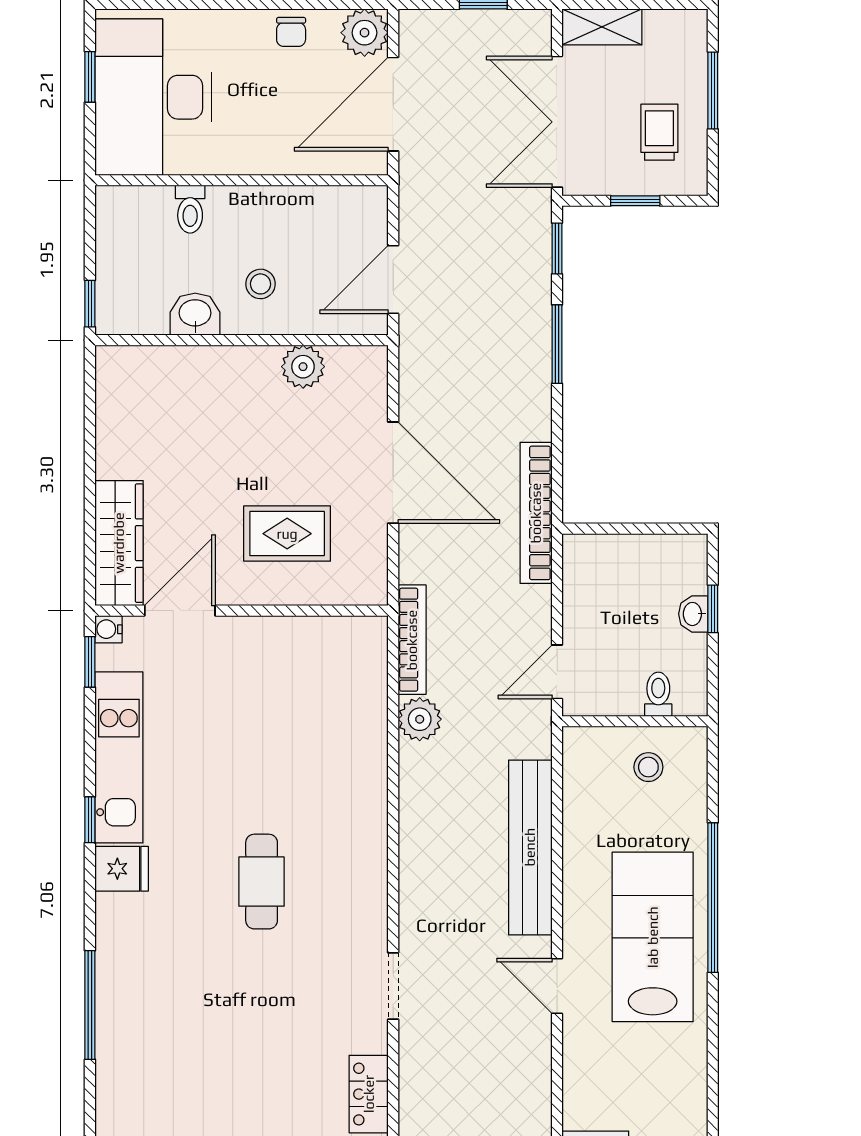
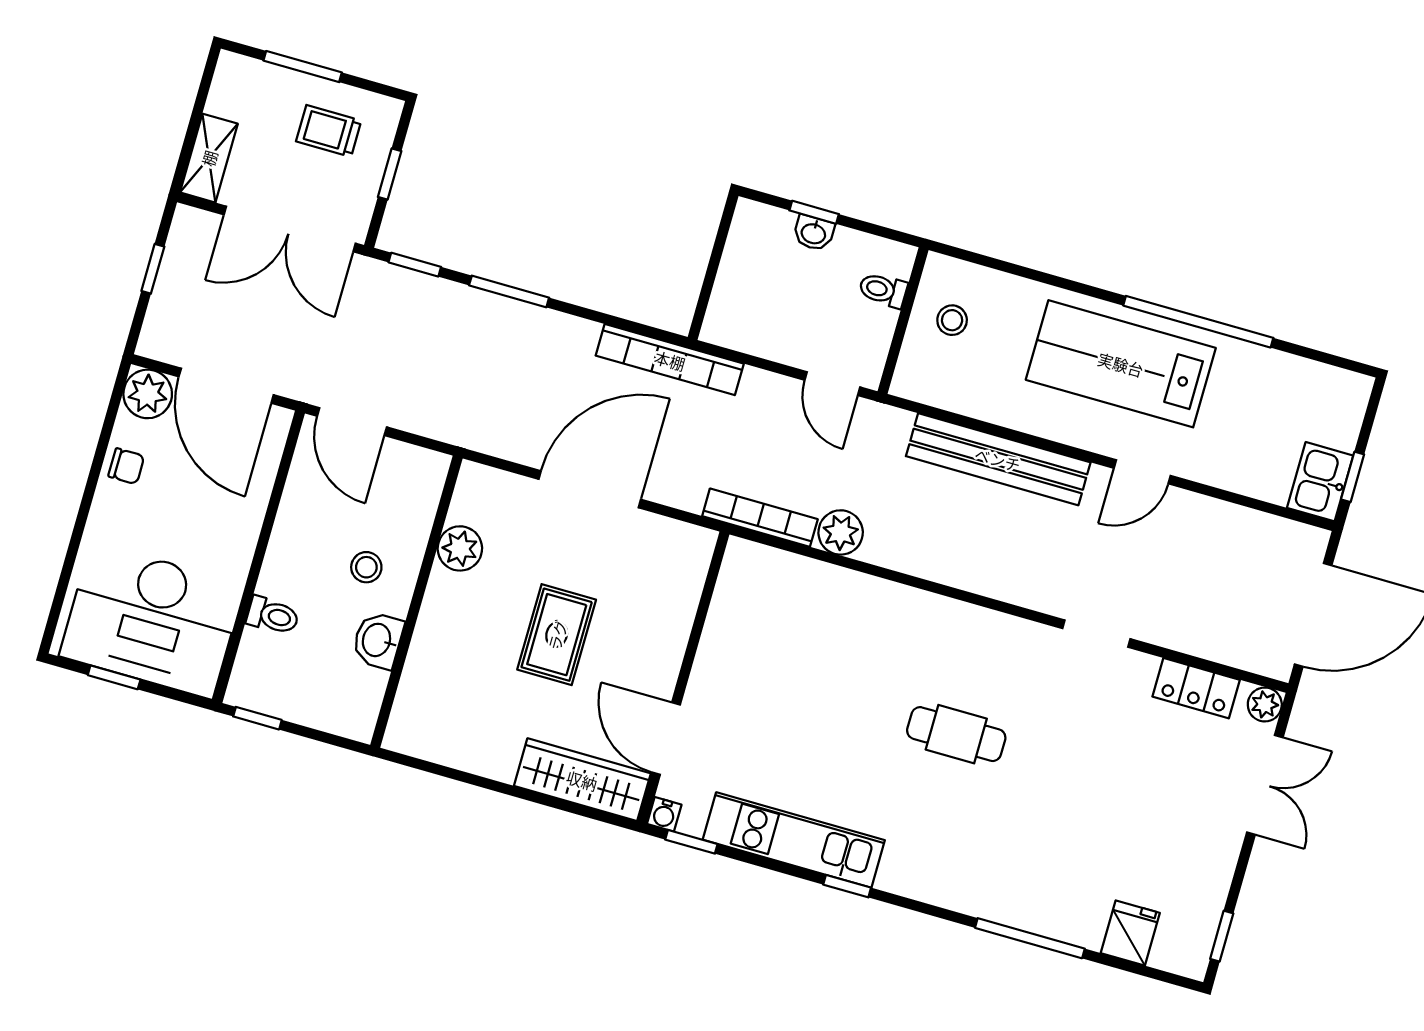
door: (393, 279) -> (352, 422), moved
window: (90, 304) -> (257, 718), moved
rug: (287, 534) -> (557, 635), moved
fridge: (122, 869) -> (1130, 933), moved
window: (713, 898) -> (1198, 322), moved

